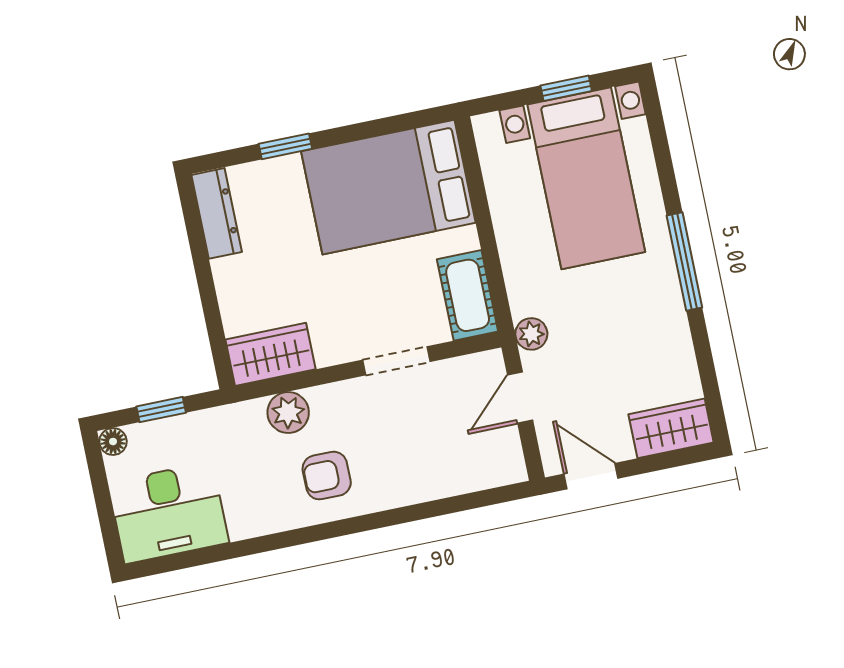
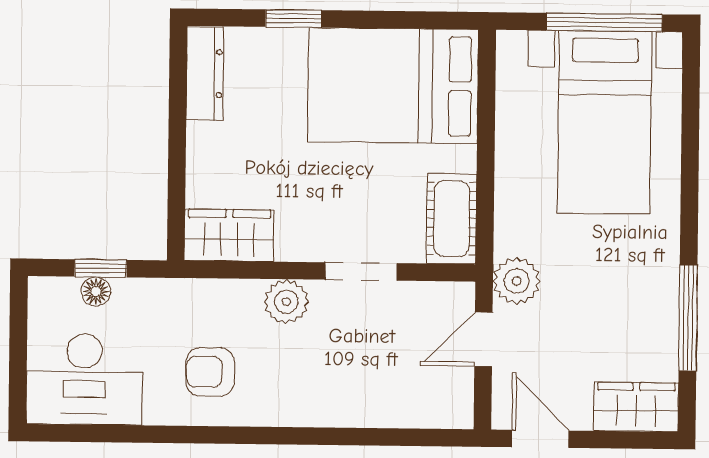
window: (566, 88) -> (604, 22), width x2.17
window: (684, 262) -> (688, 318), moved
plant: (531, 334) -> (517, 281), width x1.38, depth x1.38
plant: (288, 412) -> (286, 302), moved
floor lamp: (113, 442) -> (96, 292), moved
armchair: (327, 476) -> (210, 372), moved

